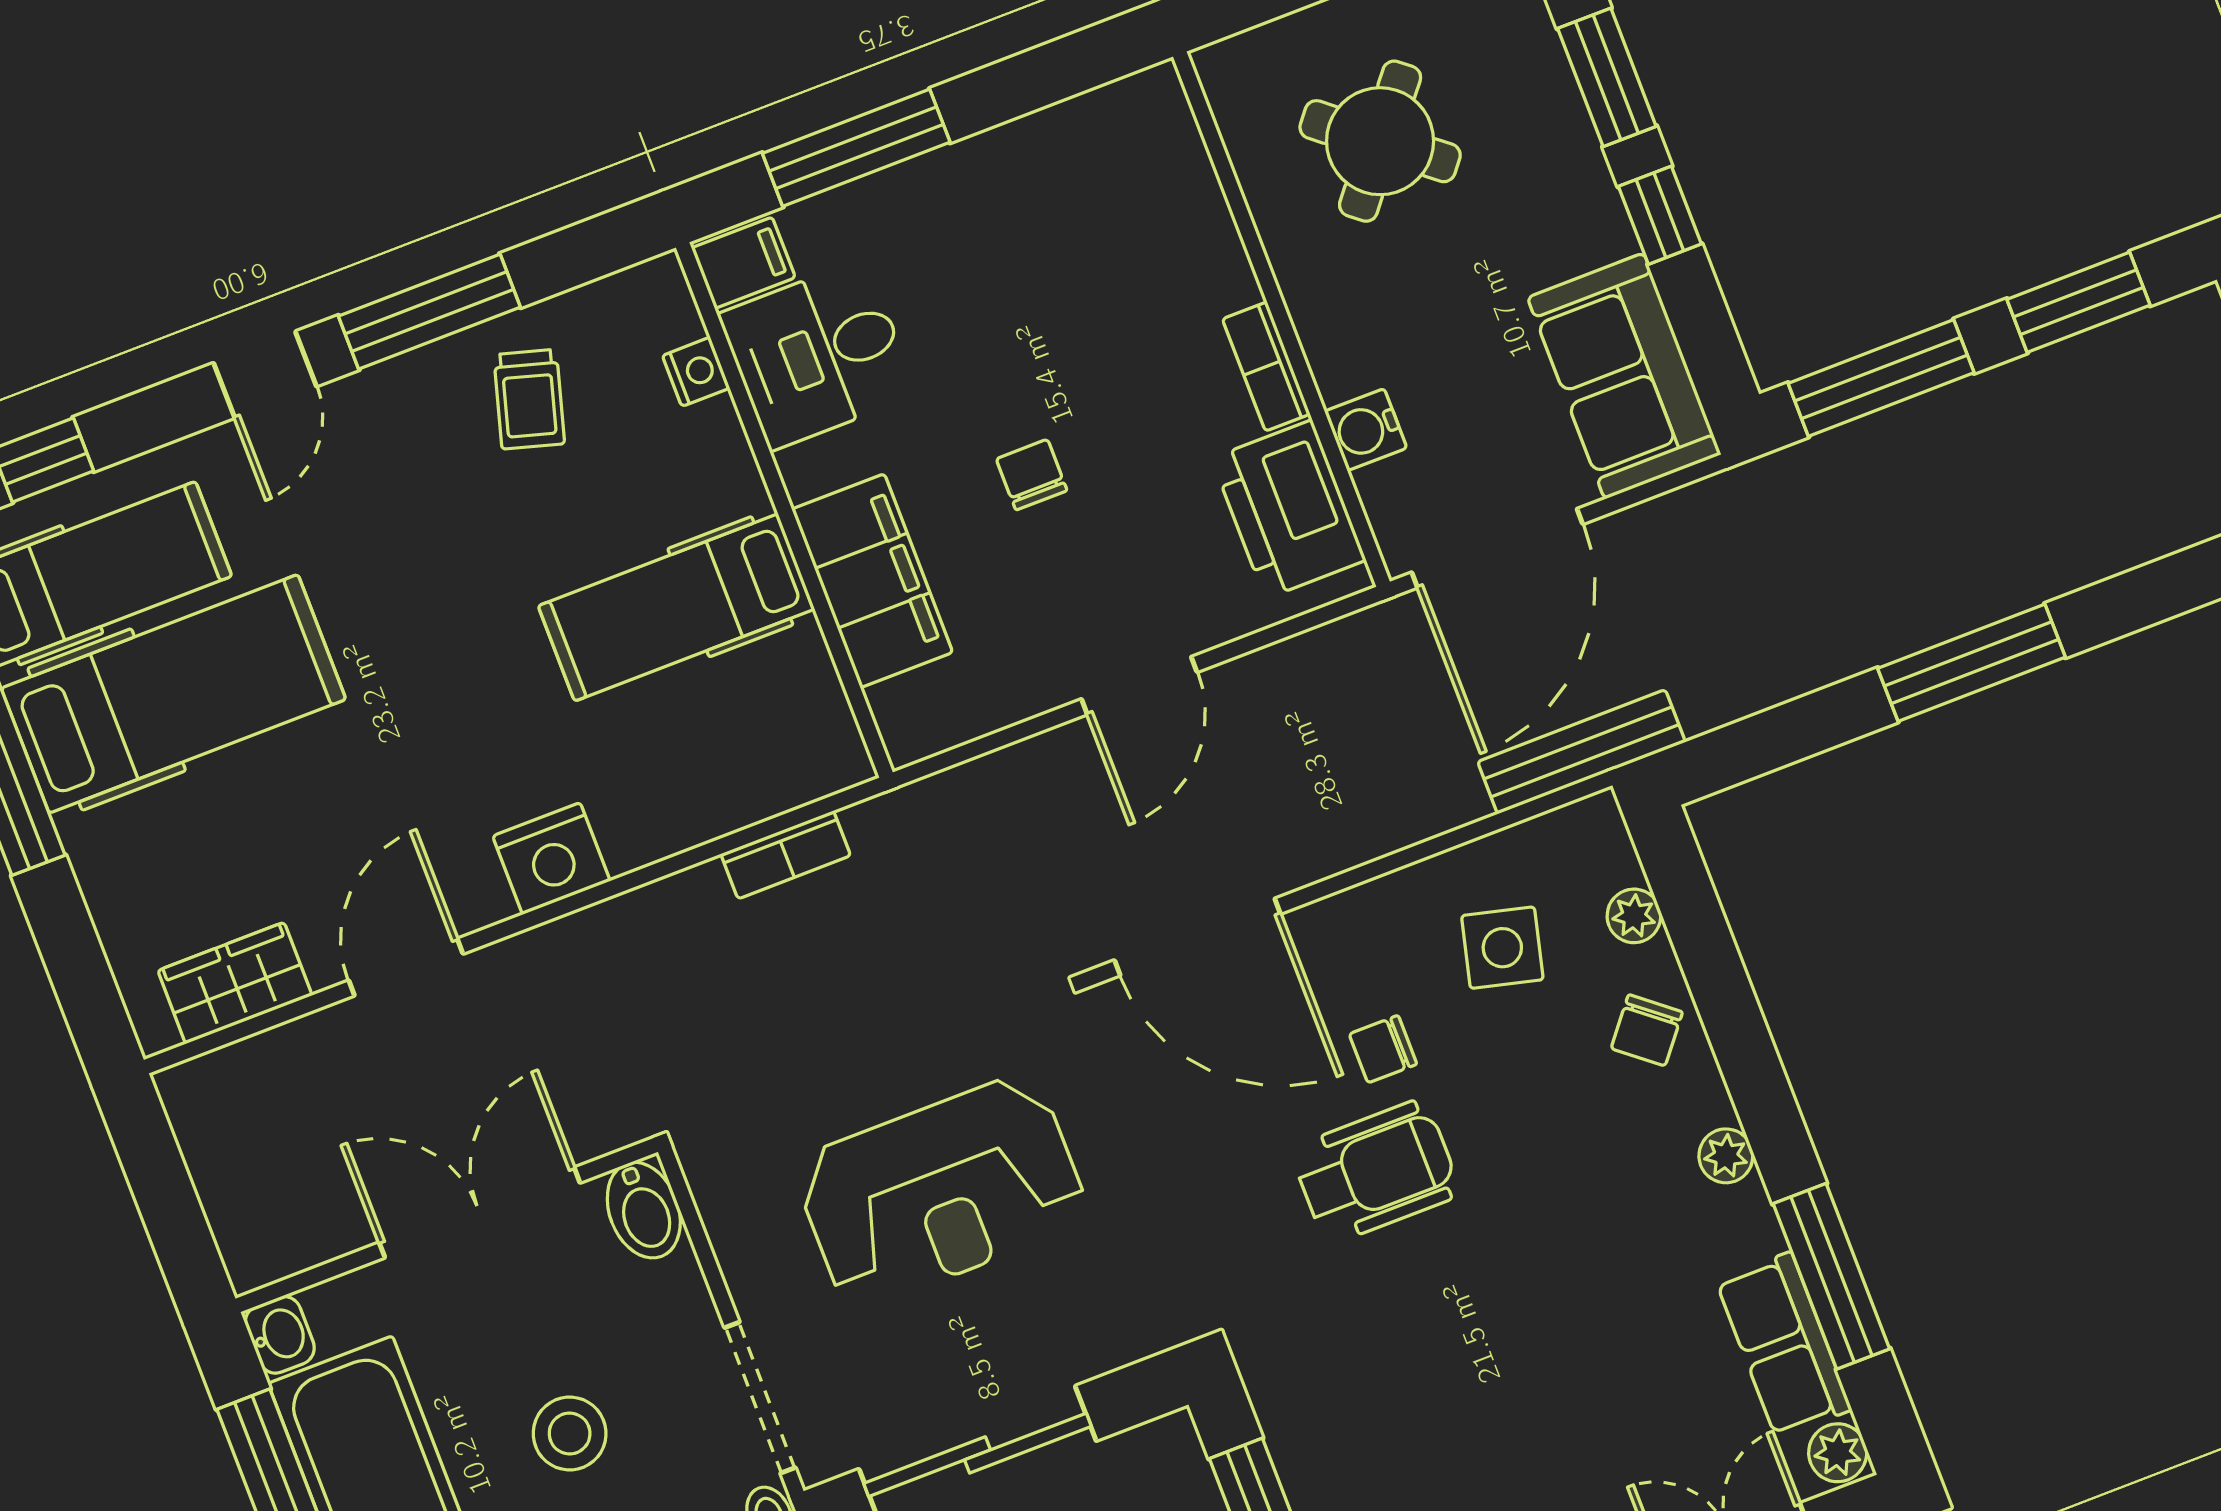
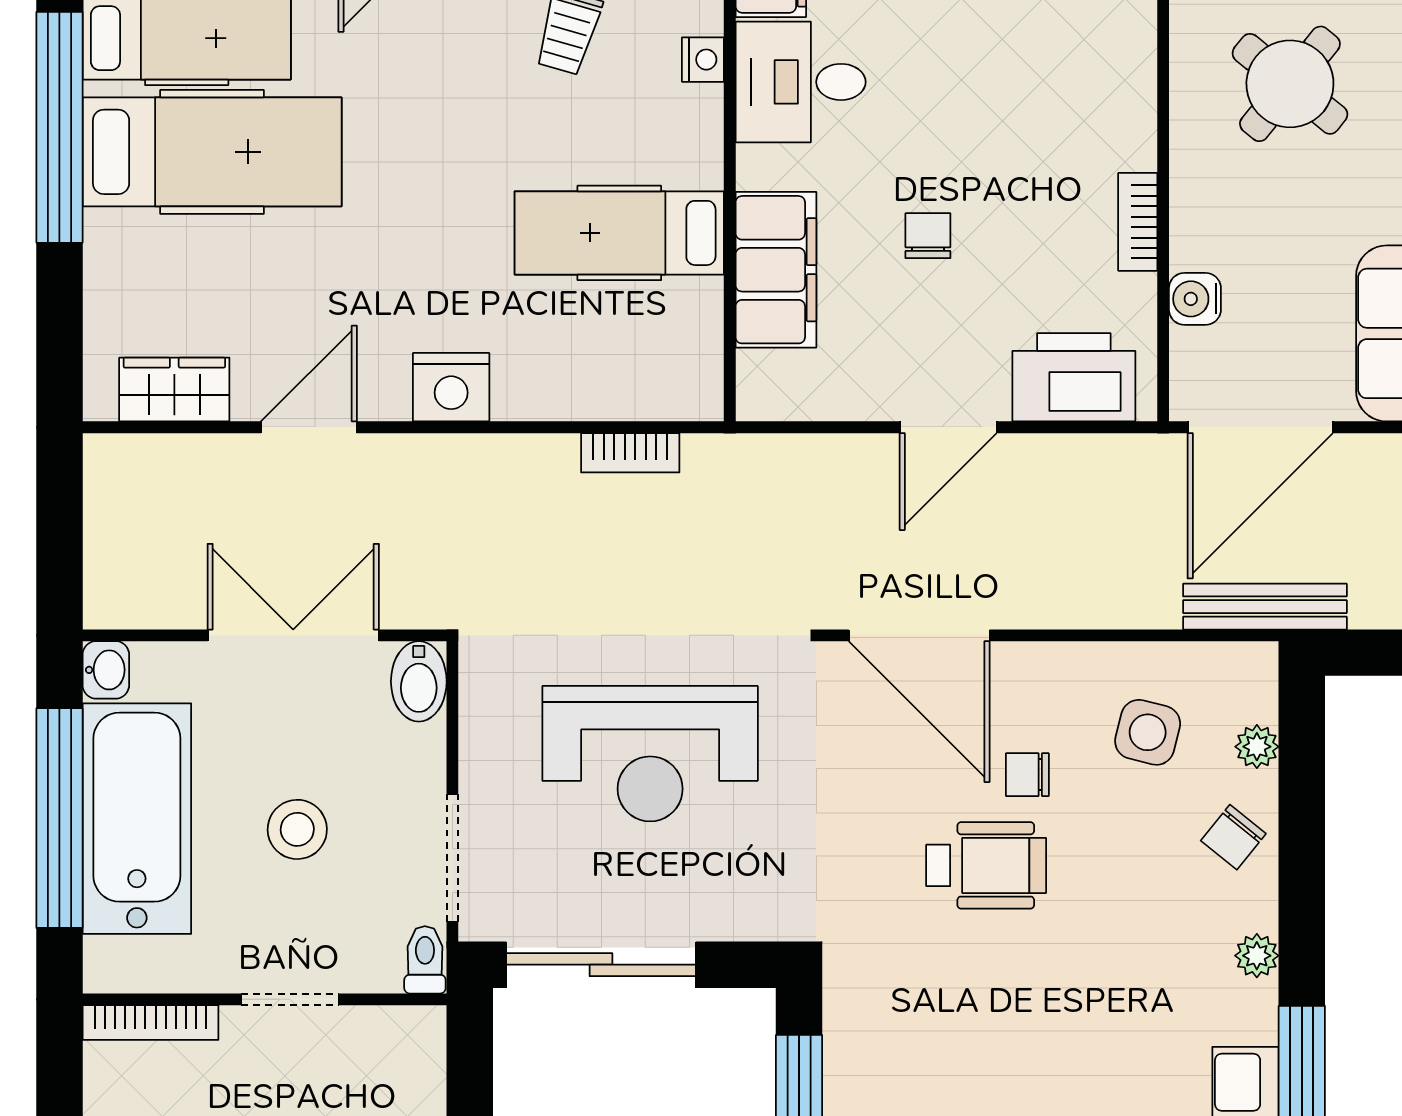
printer: (1289, 509) -> (1074, 377), moved, turned 90

